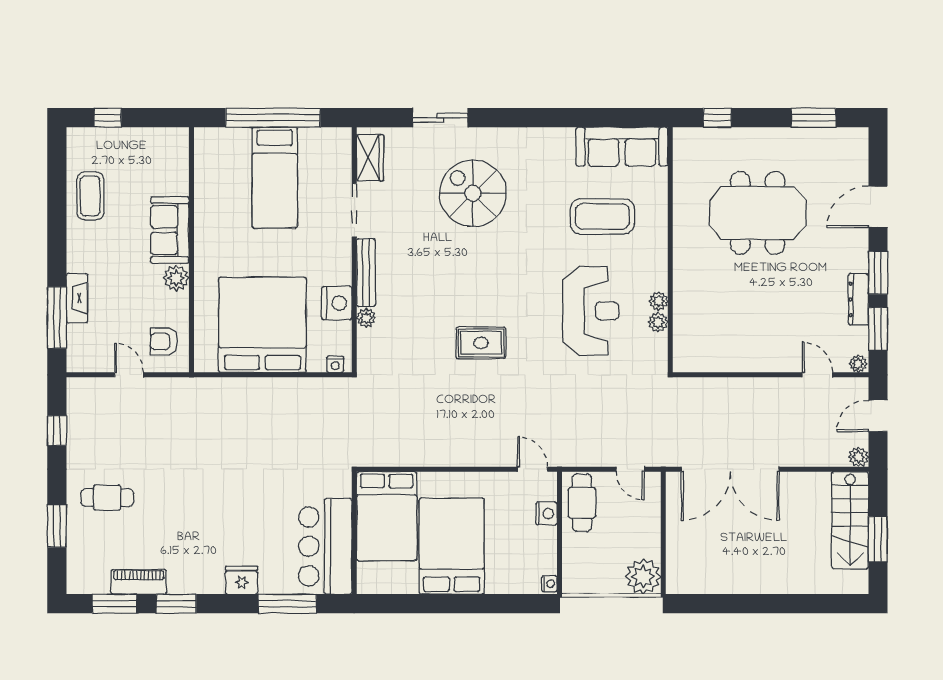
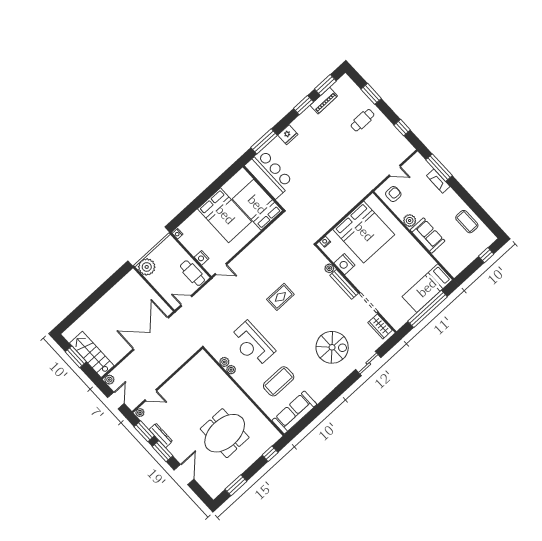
bed: (275, 178) -> (427, 288), moved, turned -90

